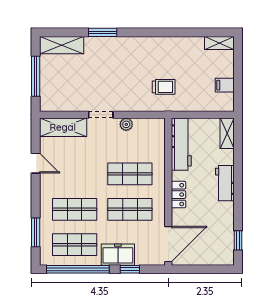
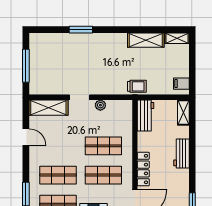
shelving: (62, 45) -> (146, 40), moved
filing cabinet: (225, 85) -> (181, 84), moved
trolley: (164, 87) -> (137, 86), moved
workbench: (181, 144) -> (146, 116), width x0.73
locker: (178, 195) -> (143, 169), width x1.53

